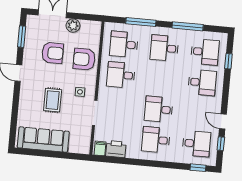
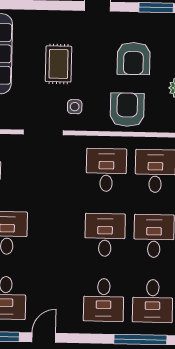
window: (228, 61) -> (140, 339), width x2.17
rug: (53, 100) -> (58, 64), turned 90
desk: (159, 109) -> (105, 235), moved

